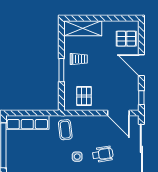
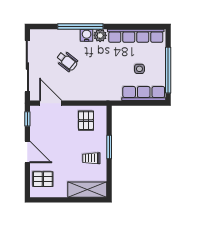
coffee table: (65, 130) -> (105, 86), removed
wheelchair: (103, 154) -> (67, 61), turned -133
side table: (77, 157) -> (139, 69), moved

